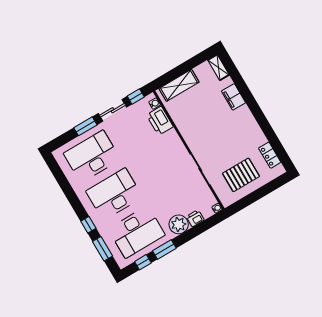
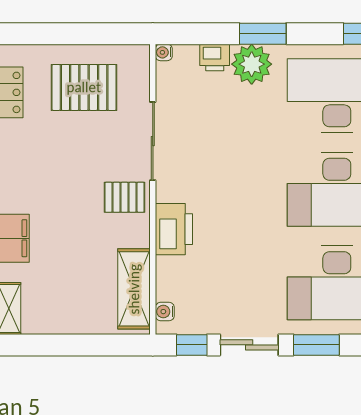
shelving: (179, 85) -> (134, 289), moved, turned 90
printer: (160, 121) -> (174, 229), moved
pallet: (198, 140) -> (125, 197), added
window: (164, 250) -> (263, 34), moved

